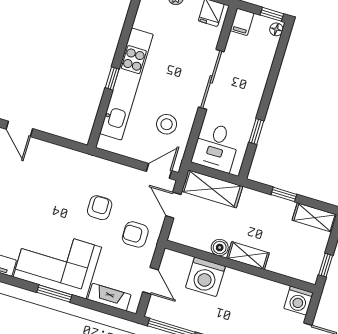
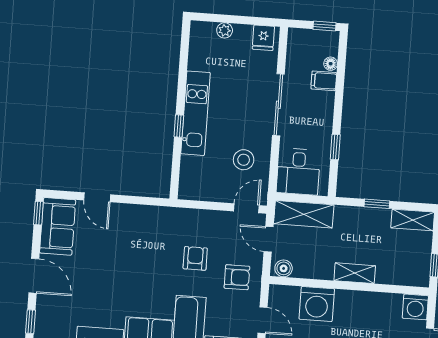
filing cabinet: (242, 22) -> (324, 81), moved, turned 90
floor lamp: (276, 29) -> (331, 64), moved
kitchen unit: (126, 84) -> (196, 113), width x0.73
armchair: (135, 234) -> (237, 277), turned 180
boiler: (220, 248) -> (284, 268), moved

